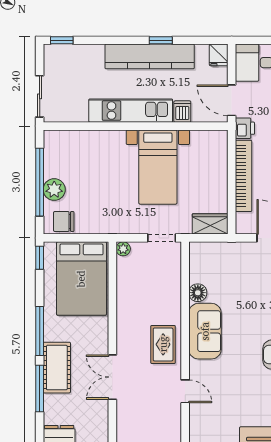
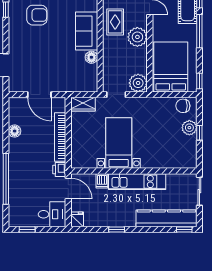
kitchen counter: (150, 56) -> (166, 218), moved
window: (40, 182) -> (199, 133), width x0.32
chair: (64, 222) -> (183, 106), turned 180
plant: (123, 249) -> (138, 83), width x1.88, depth x1.88
plant: (130, 322) -> (137, 37), added

